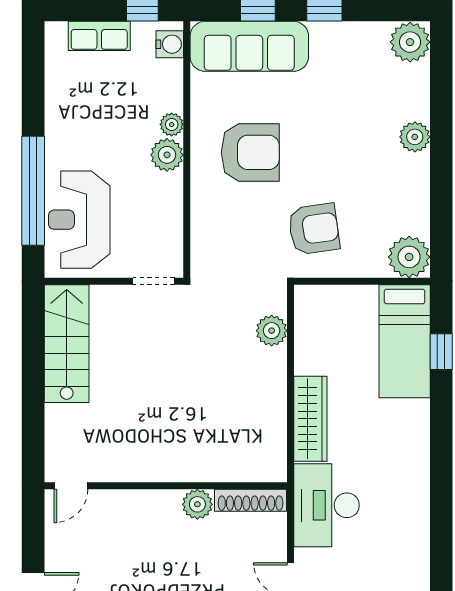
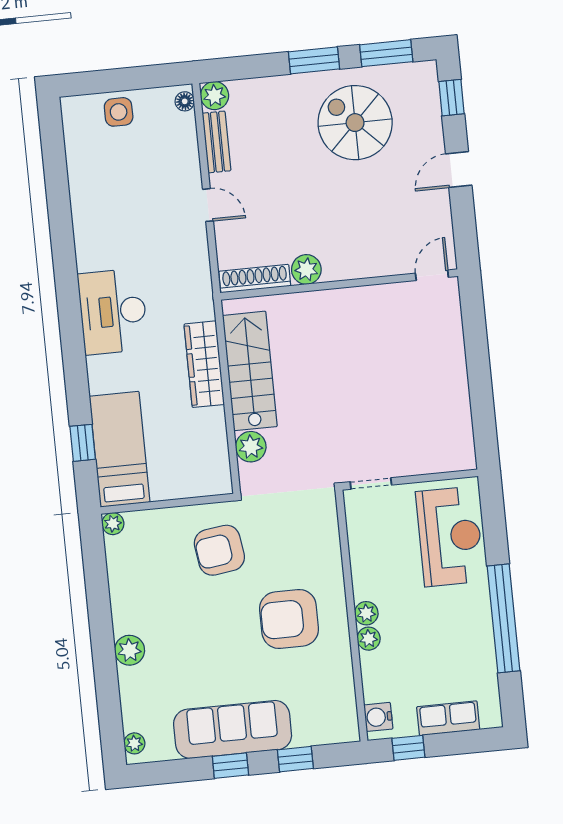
plant: (410, 42) -> (134, 743), width x0.53, depth x0.53
sofa: (249, 46) -> (233, 729), moved
plant: (167, 155) -> (366, 613), width x0.73, depth x0.73
window: (33, 191) -> (503, 618), moved
plant: (409, 257) -> (113, 524), width x0.53, depth x0.53
stairs: (67, 344) -> (250, 371), moved, turned 180
desk: (326, 505) -> (113, 312), moved, turned 180

